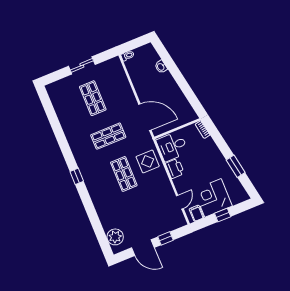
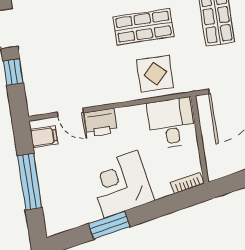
printer: (175, 168) -> (101, 123), moved
corner desk: (213, 198) -> (121, 184), moved, turned -100
window: (223, 215) -> (30, 182), width x2.17

